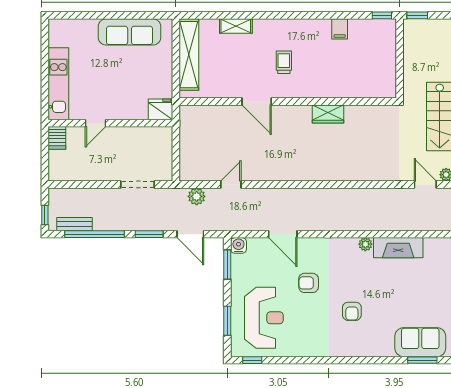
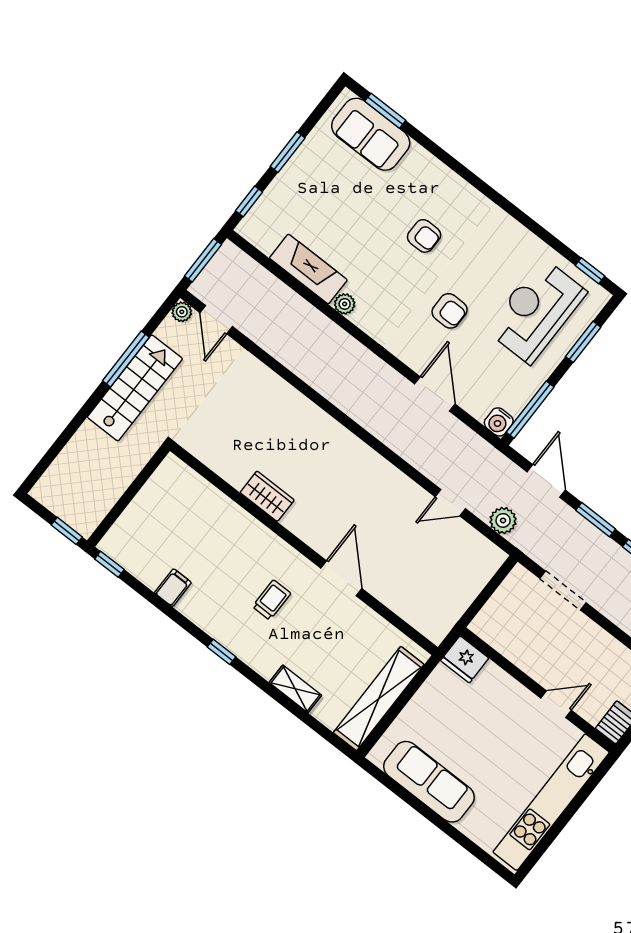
window: (289, 15) -> (221, 652), added
trolley: (284, 62) -> (272, 600), turned 180
kitchen unit: (58, 84) -> (551, 802), width x1.36
window: (227, 264) -> (530, 410), width x1.44
armchair: (352, 311) -> (424, 236), turned 90

